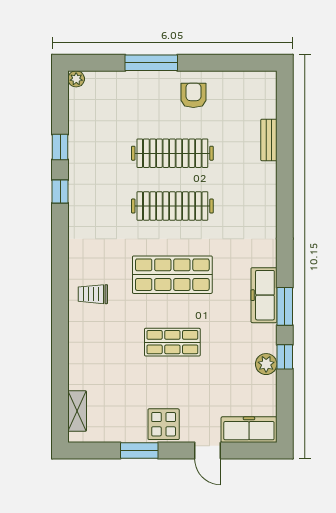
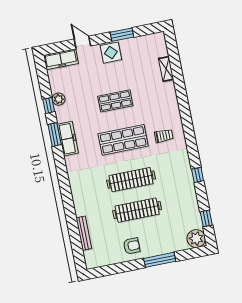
plant: (76, 79) -> (196, 239), width x1.88, depth x1.88
armchair: (193, 95) -> (132, 246), turned -90
bench: (269, 140) -> (84, 233), width x1.36
window: (60, 147) -> (206, 218), moved
trolley: (93, 294) -> (164, 136), moved
shelving: (77, 411) -> (166, 69), moved

